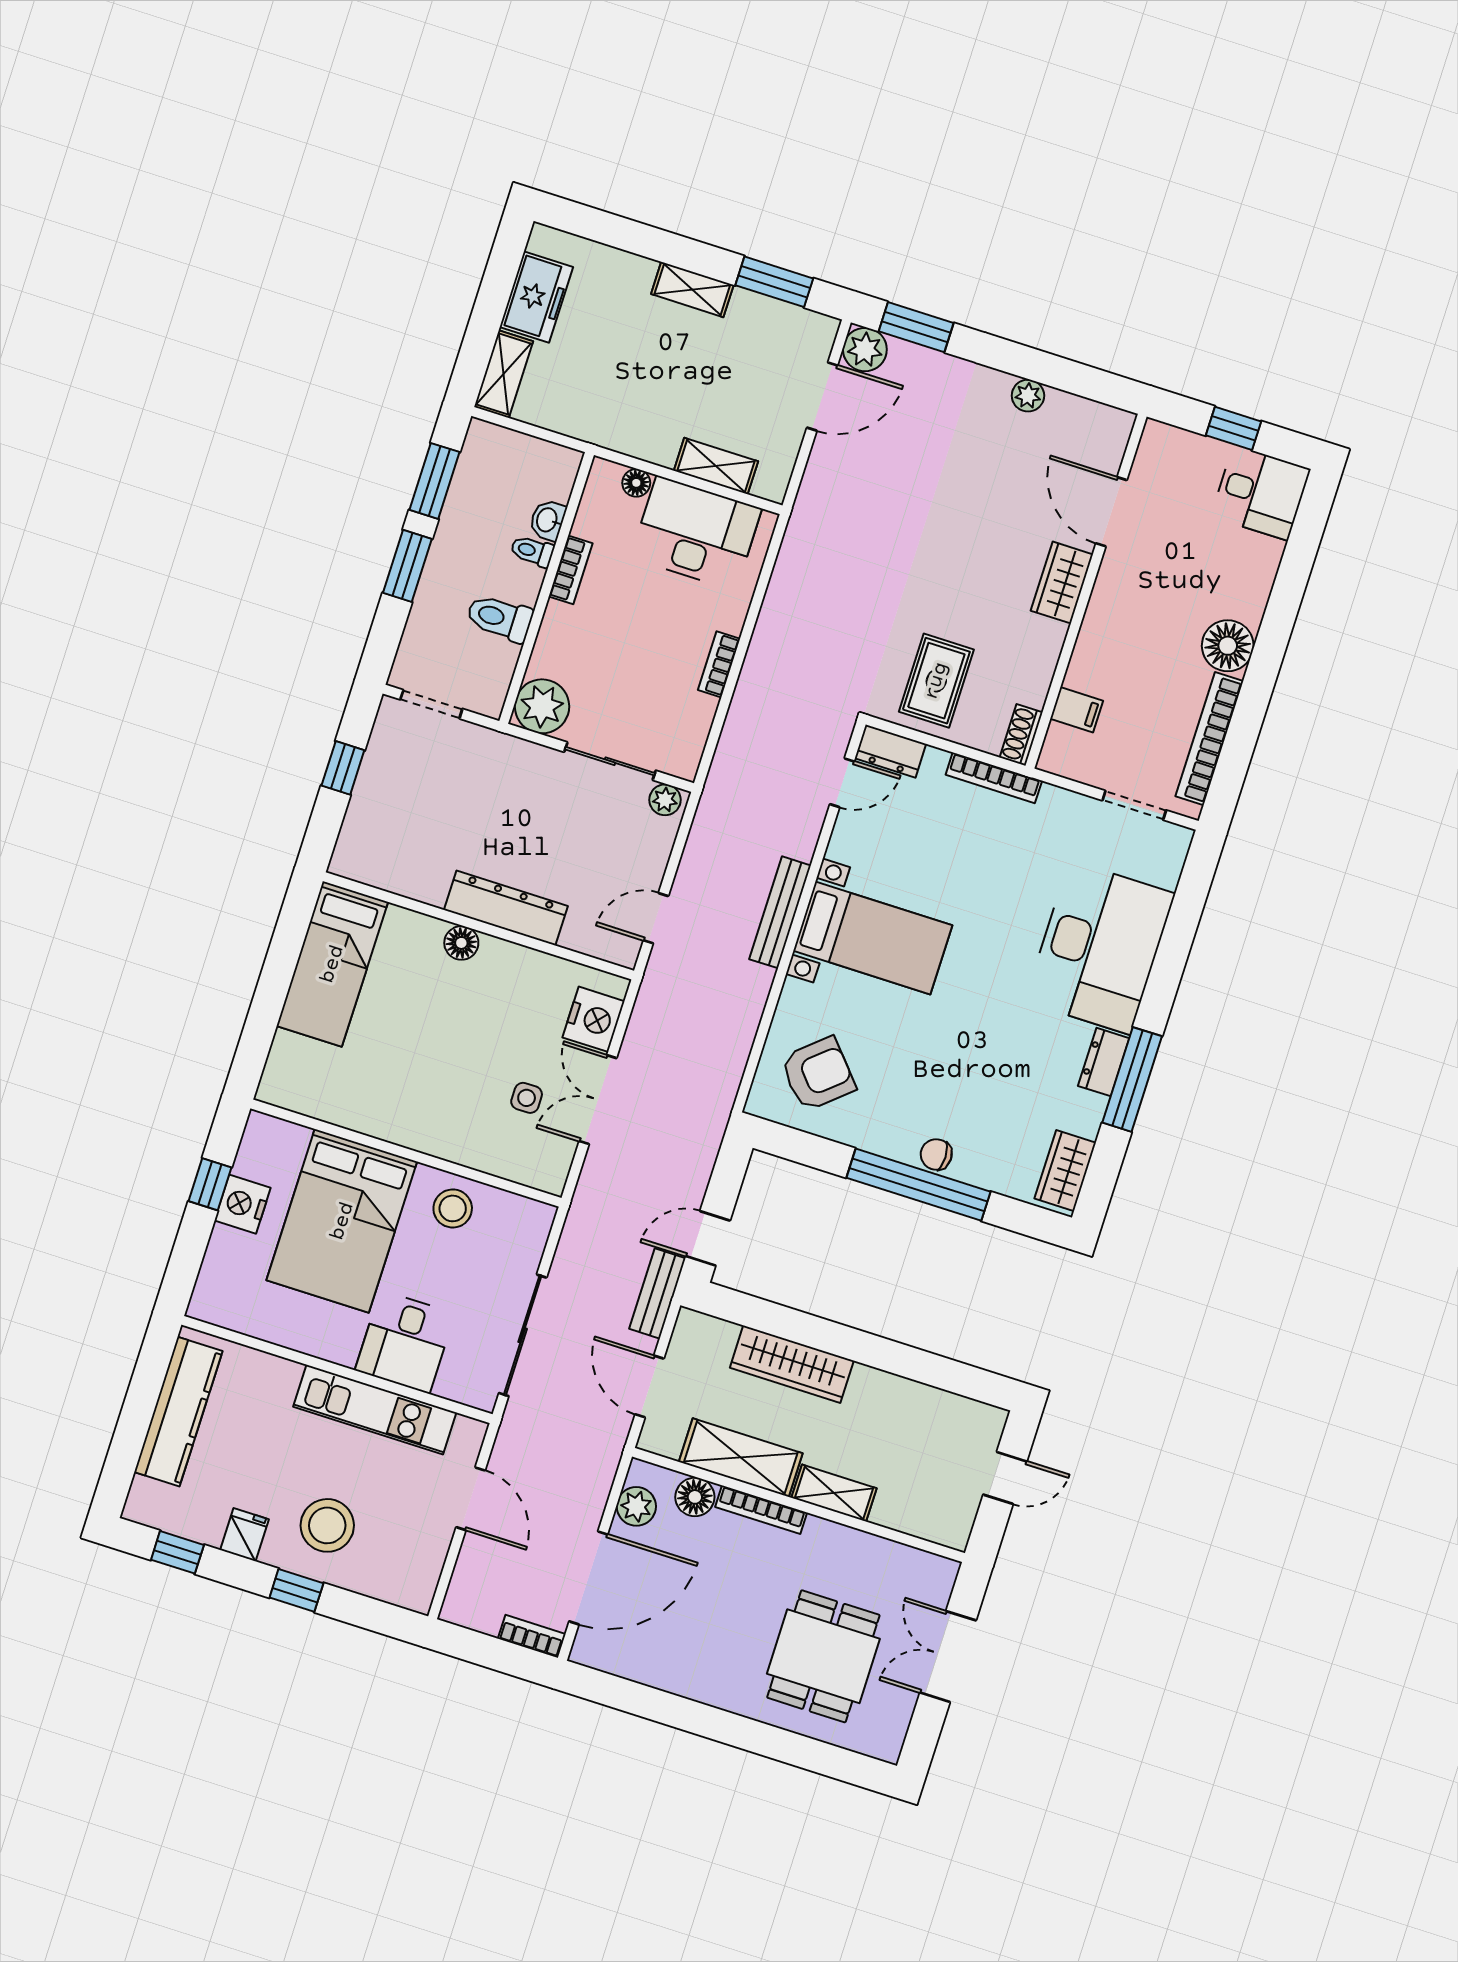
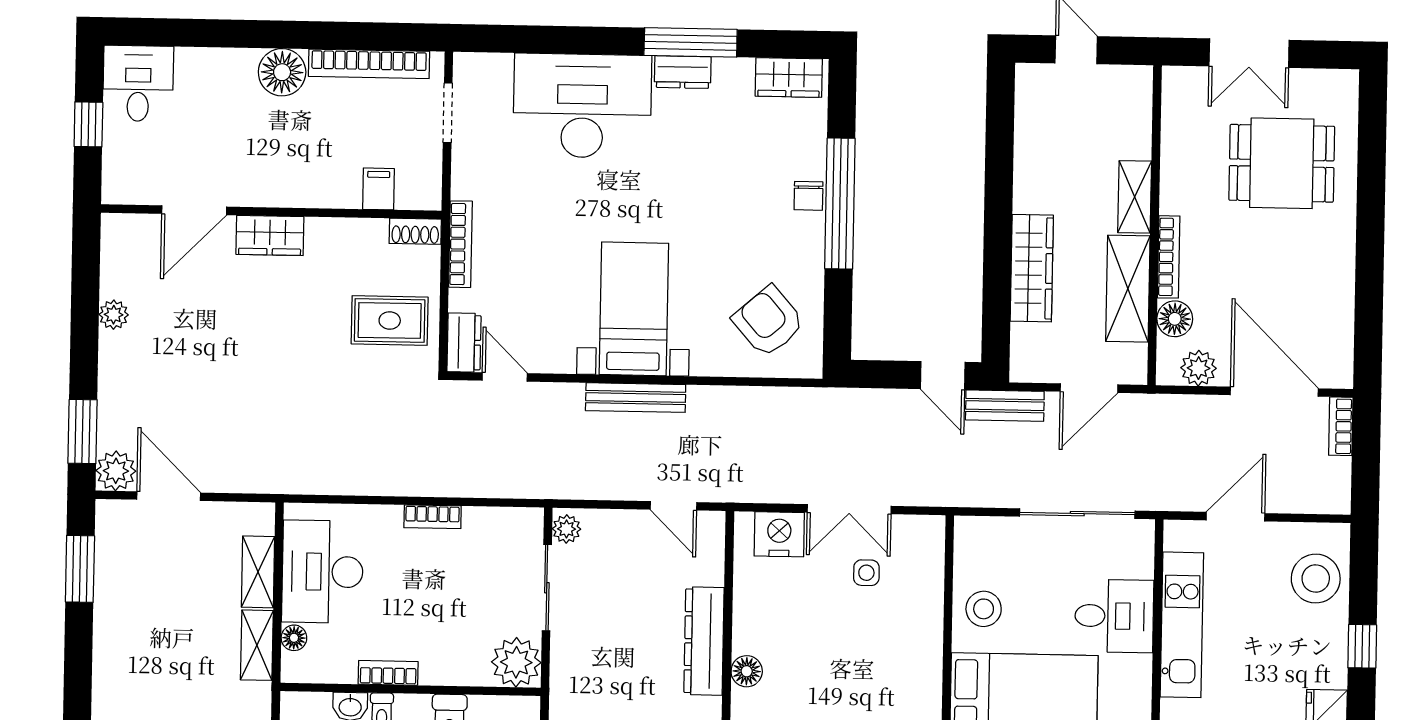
shelving: (692, 290) -> (257, 645), moved
stool: (327, 1525) -> (1316, 579), moved

